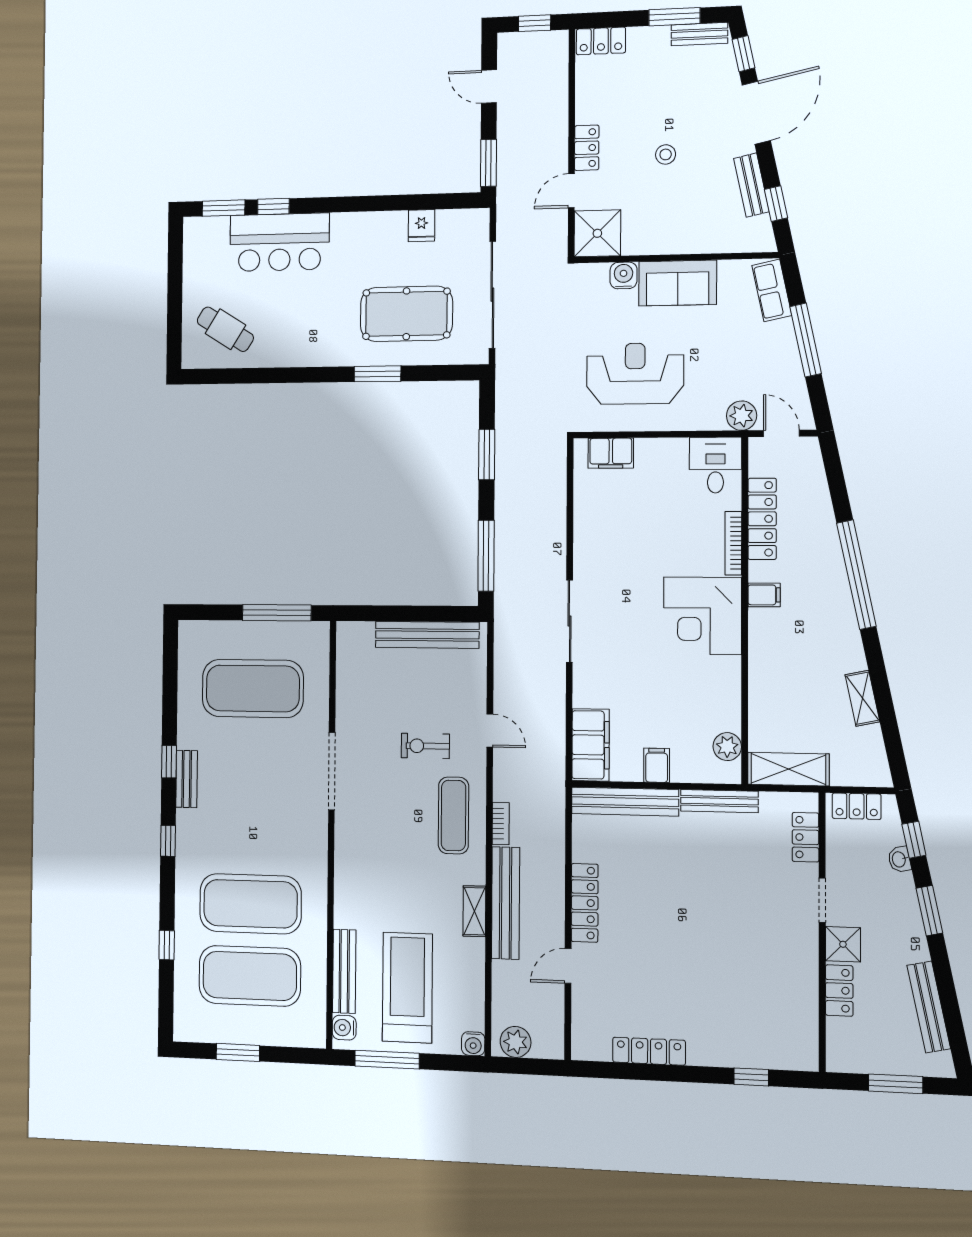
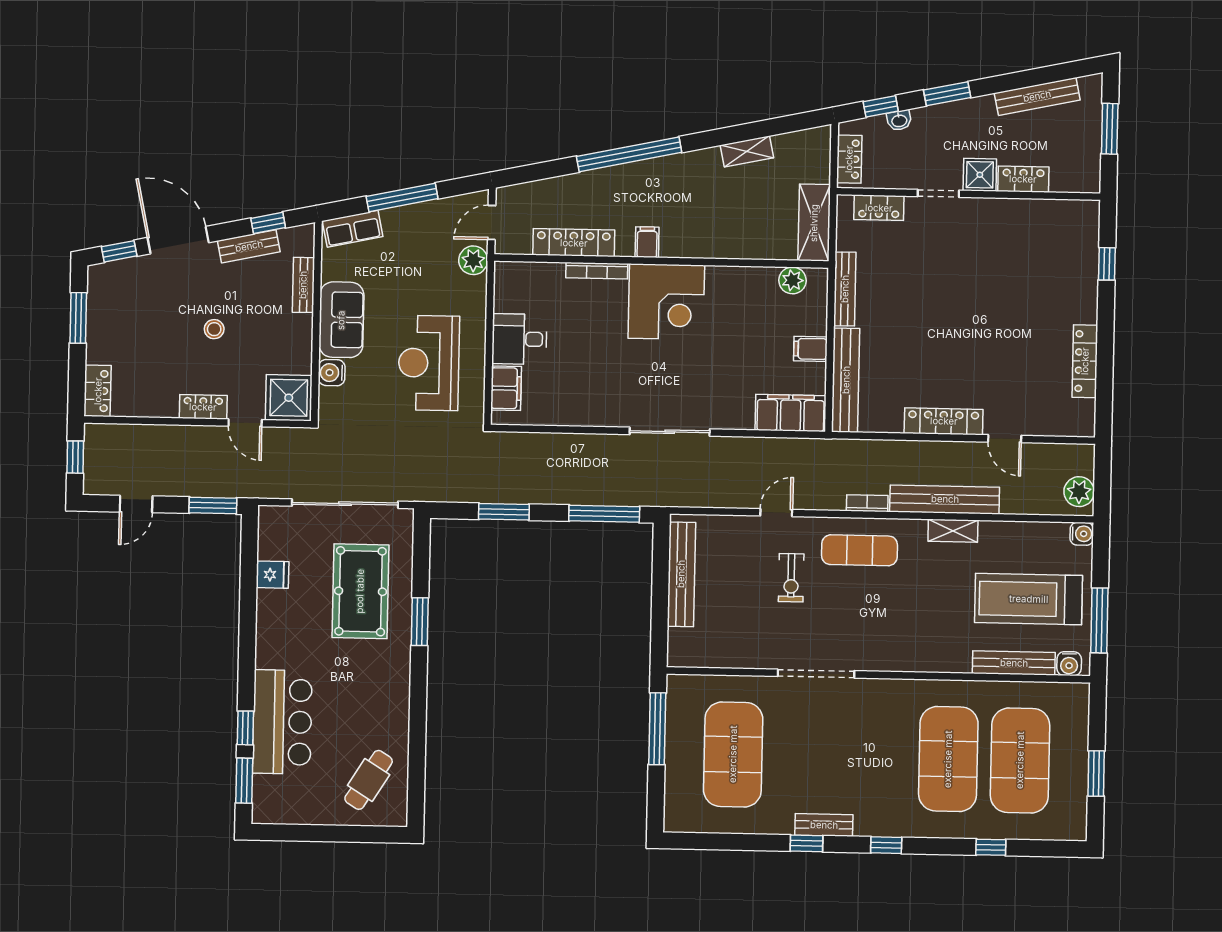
bench: (699, 34) -> (303, 285), moved
desk: (715, 465) -> (519, 339), moved

